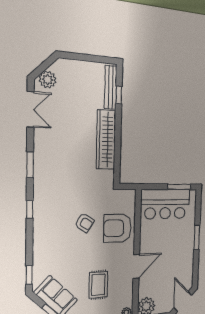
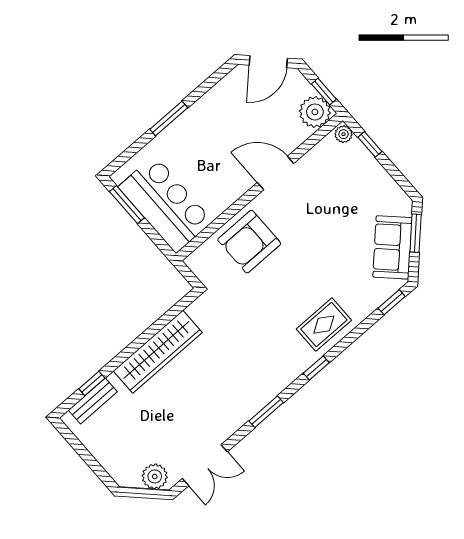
bench: (111, 87) -> (93, 401), width x0.73
double door: (30, 109) -> (205, 465), swing flipped
armchair: (84, 223) -> (278, 290), removed
armchair: (118, 228) -> (249, 242), turned 90
rug: (98, 285) -> (324, 325), moved

